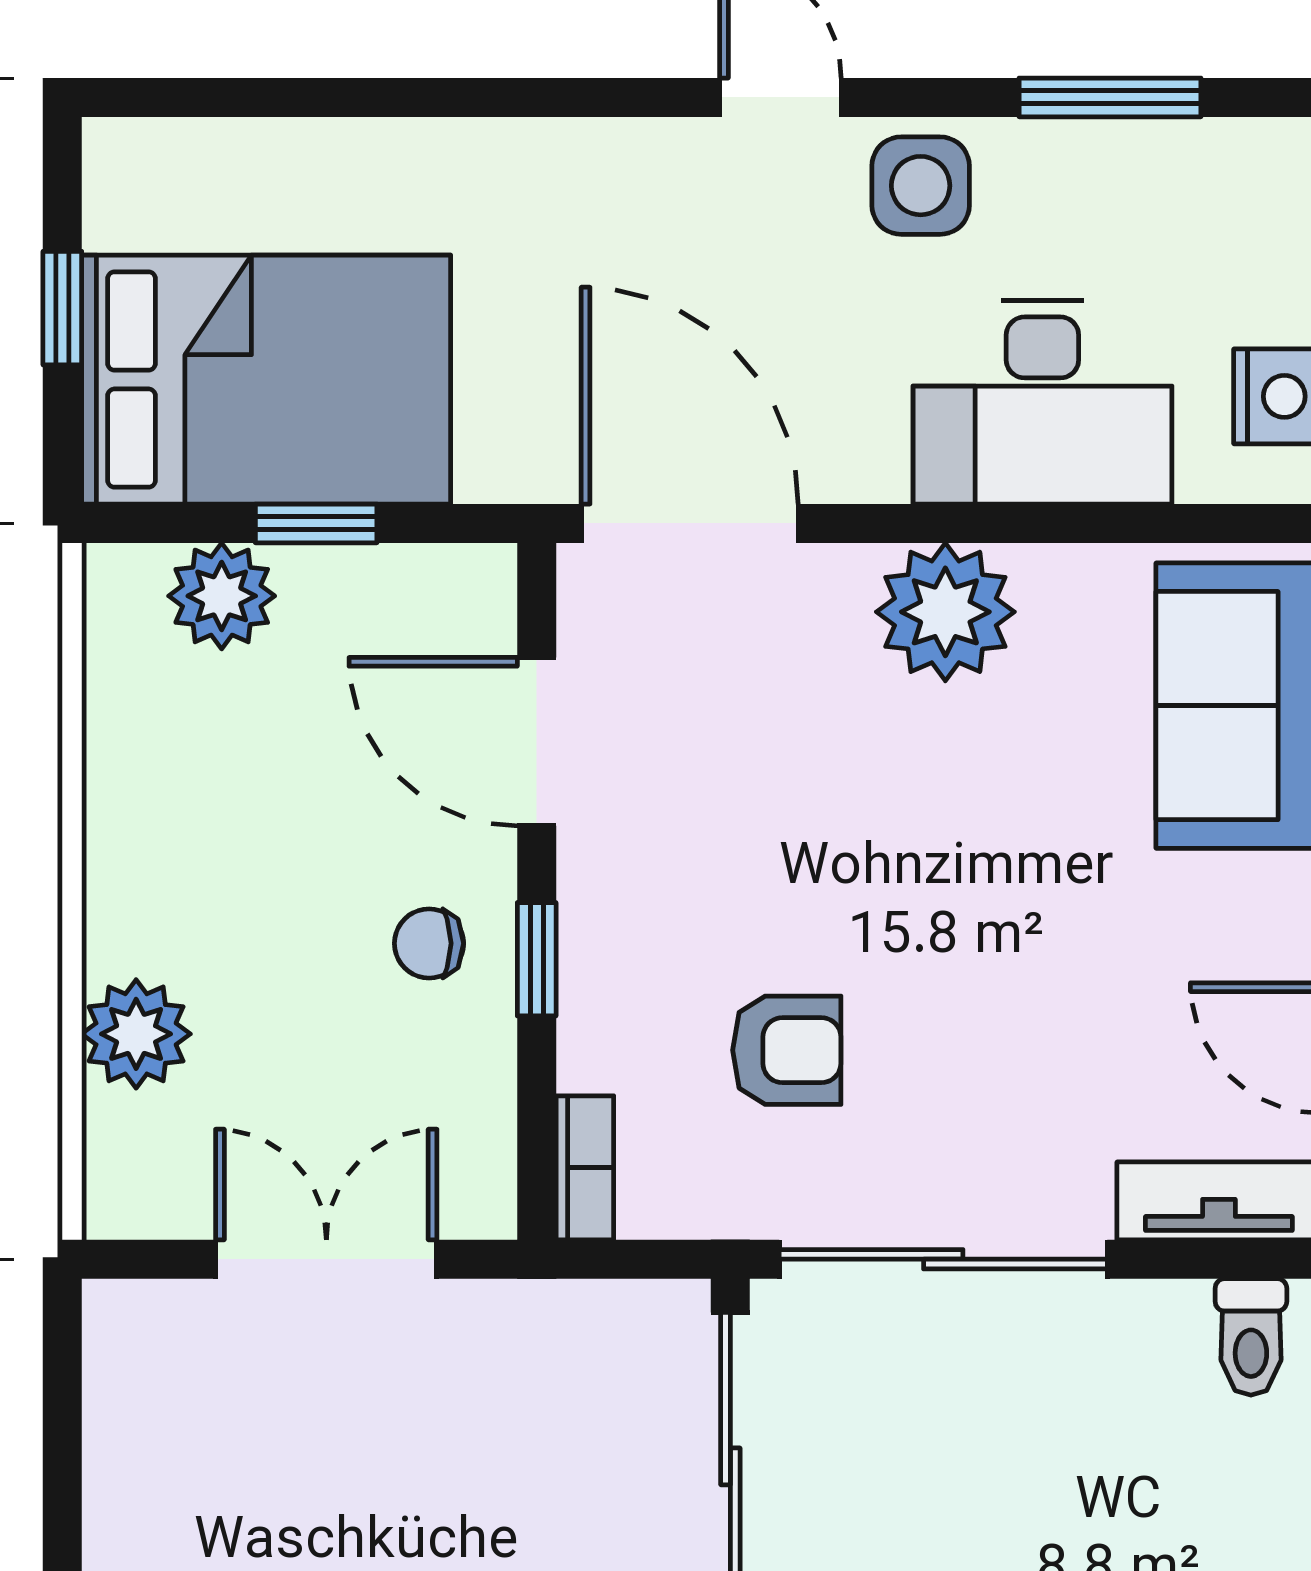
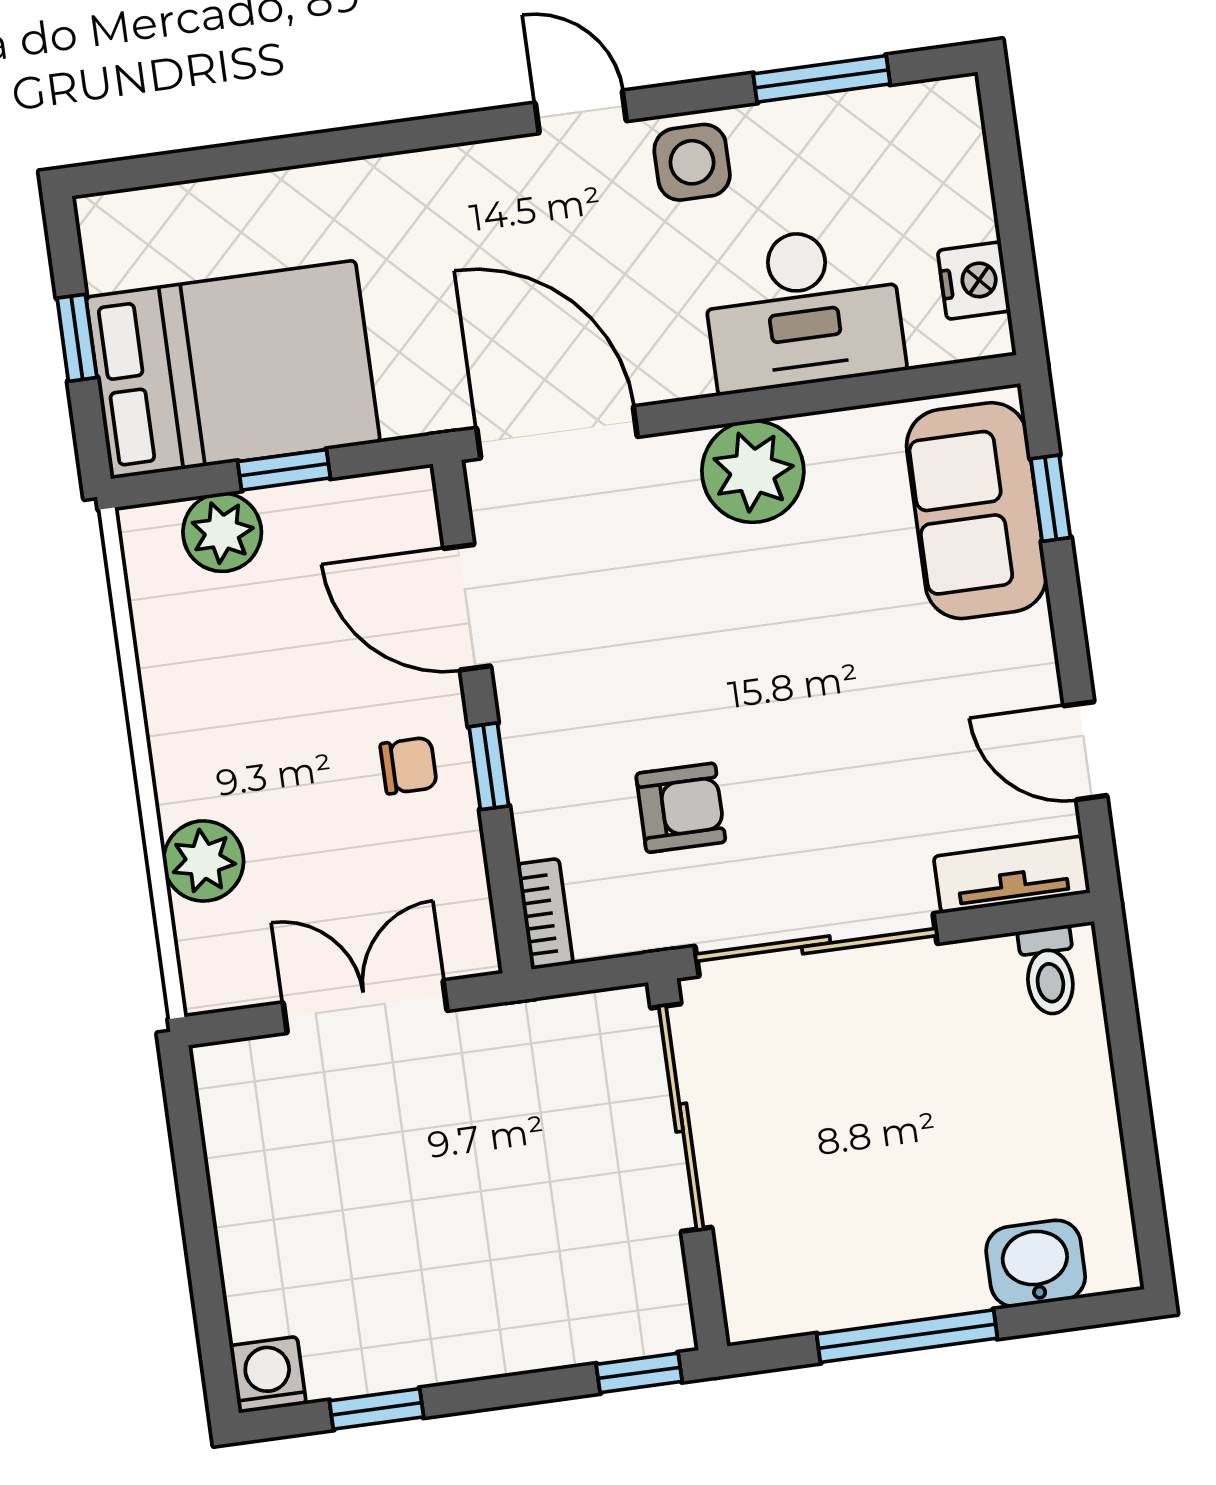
chair: (429, 943) -> (409, 766), turned 180

